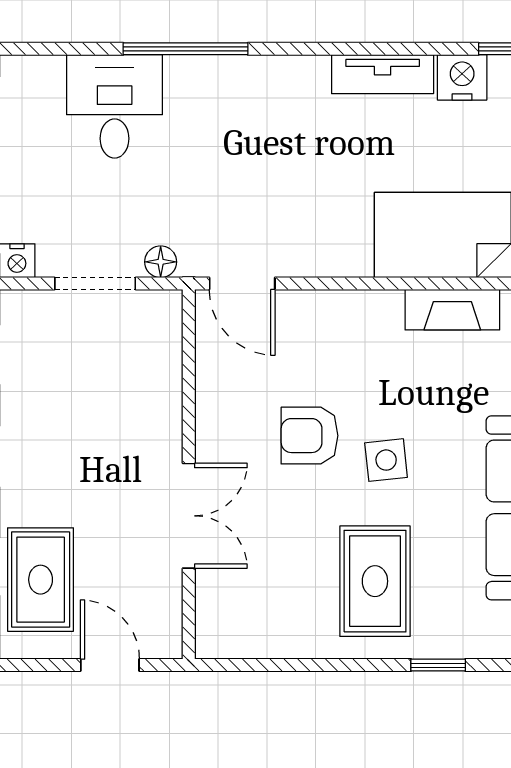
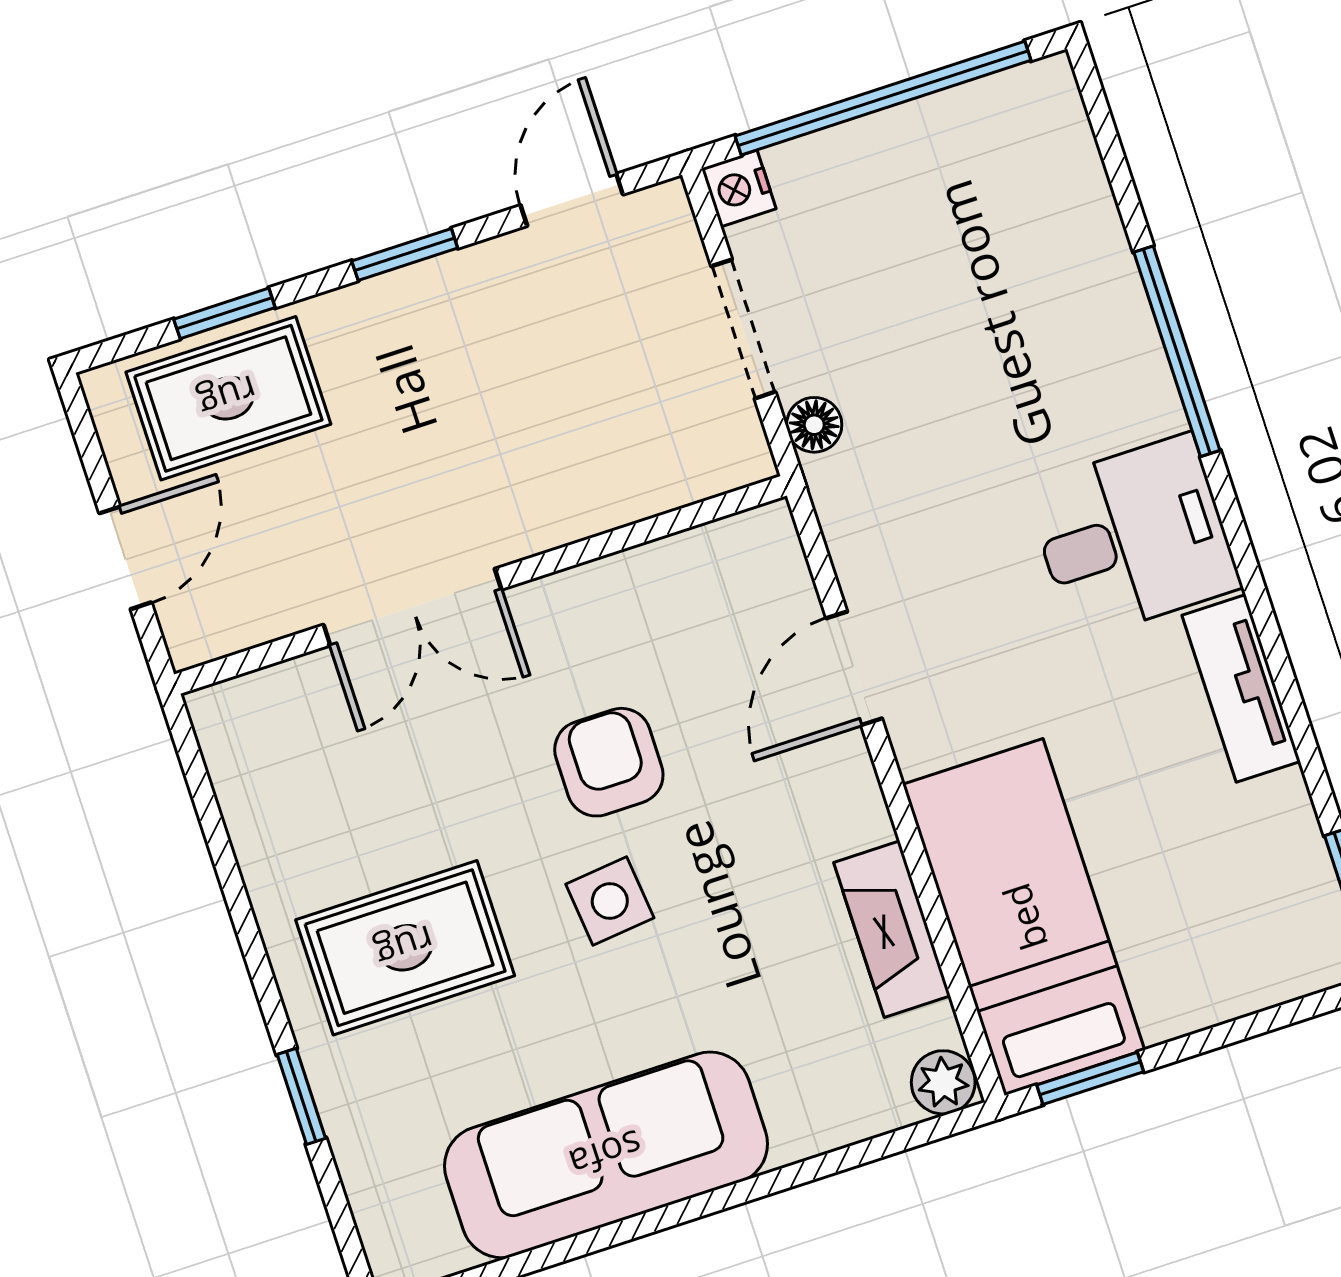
nightstand: (462, 77) -> (1278, 821), removed
desk: (115, 106) -> (1133, 537), moved
door: (242, 284) -> (854, 668), moved

